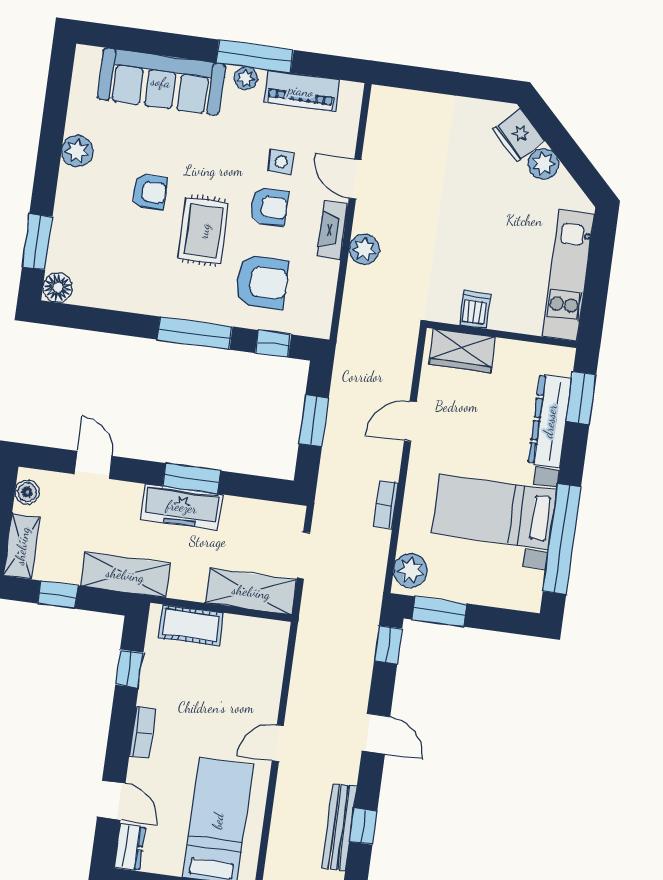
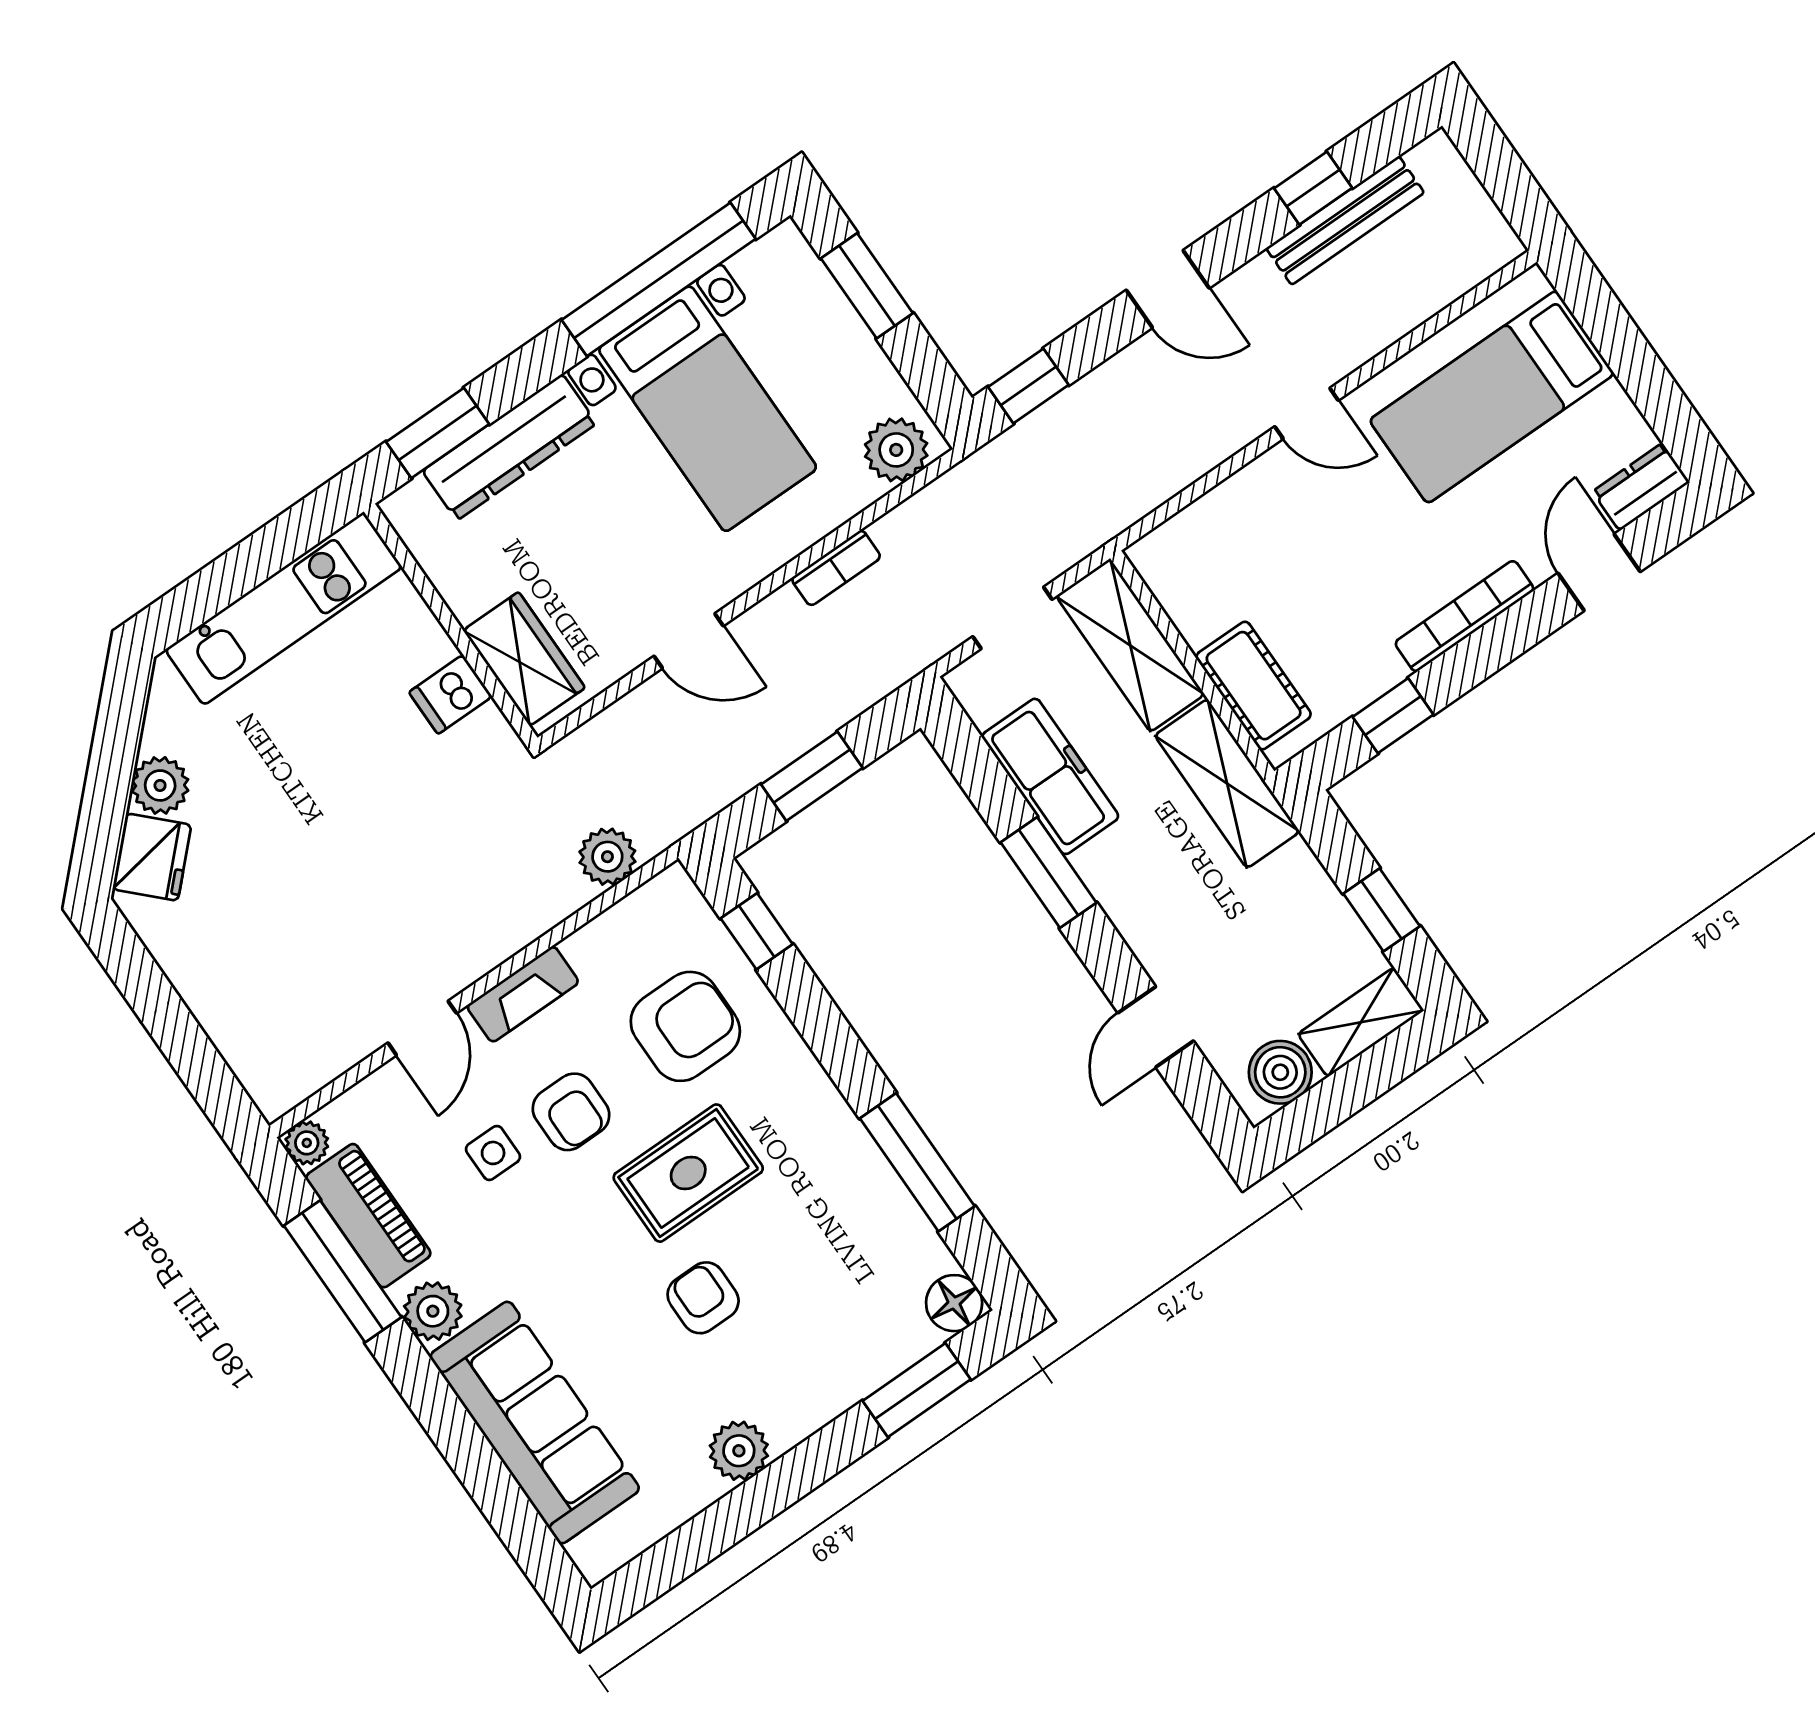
window: (255, 56) -> (343, 1271), moved
plant: (246, 78) -> (433, 1311), width x1.38, depth x1.38
plant: (352, 93) -> (307, 1143), added
armchair: (269, 207) -> (571, 1112), turned 180
plant: (364, 249) -> (607, 857), moved
armchair: (262, 282) -> (685, 1026), turned 90
window: (195, 333) -> (917, 1162), moved
boiler: (27, 492) -> (1280, 1072), width x1.36, depth x1.36
freezer: (182, 507) -> (1050, 776), moved
shelving: (125, 575) -> (1227, 784), moved
window: (439, 611) -> (867, 286), moved
bookcase: (142, 732) -> (1464, 616), width x1.56
door: (376, 734) -> (1168, 289), swing flipped

